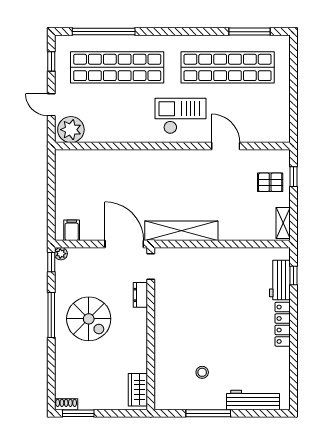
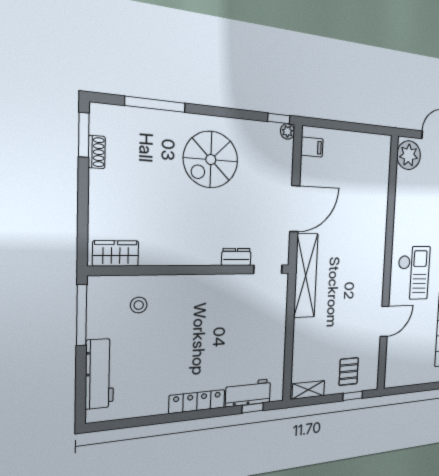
doorway: (151, 267) -> (268, 269), moved
dresser: (140, 295) -> (236, 257), moved
window: (51, 315) -> (155, 104), moved
wall: (151, 329) -> (196, 270), moved
wardrobe: (138, 390) -> (116, 254), moved
shoe rack: (66, 404) -> (97, 152), moved

